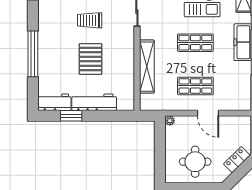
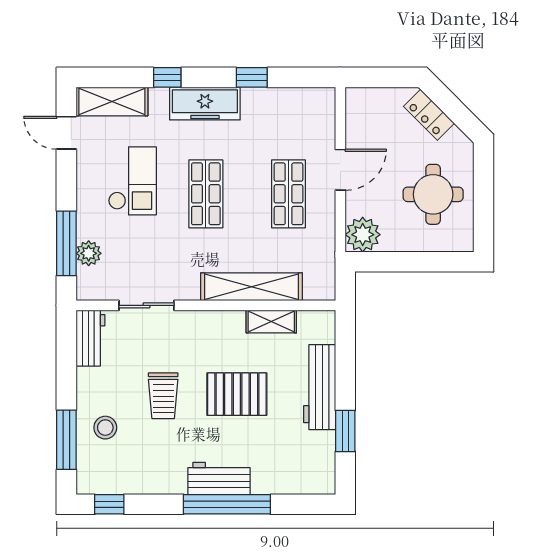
shelving: (129, 77) -> (271, 322), added
workbench: (55, 102) -> (219, 478), moved, turned 90
plant: (170, 121) -> (363, 235), width x1.87, depth x1.87

